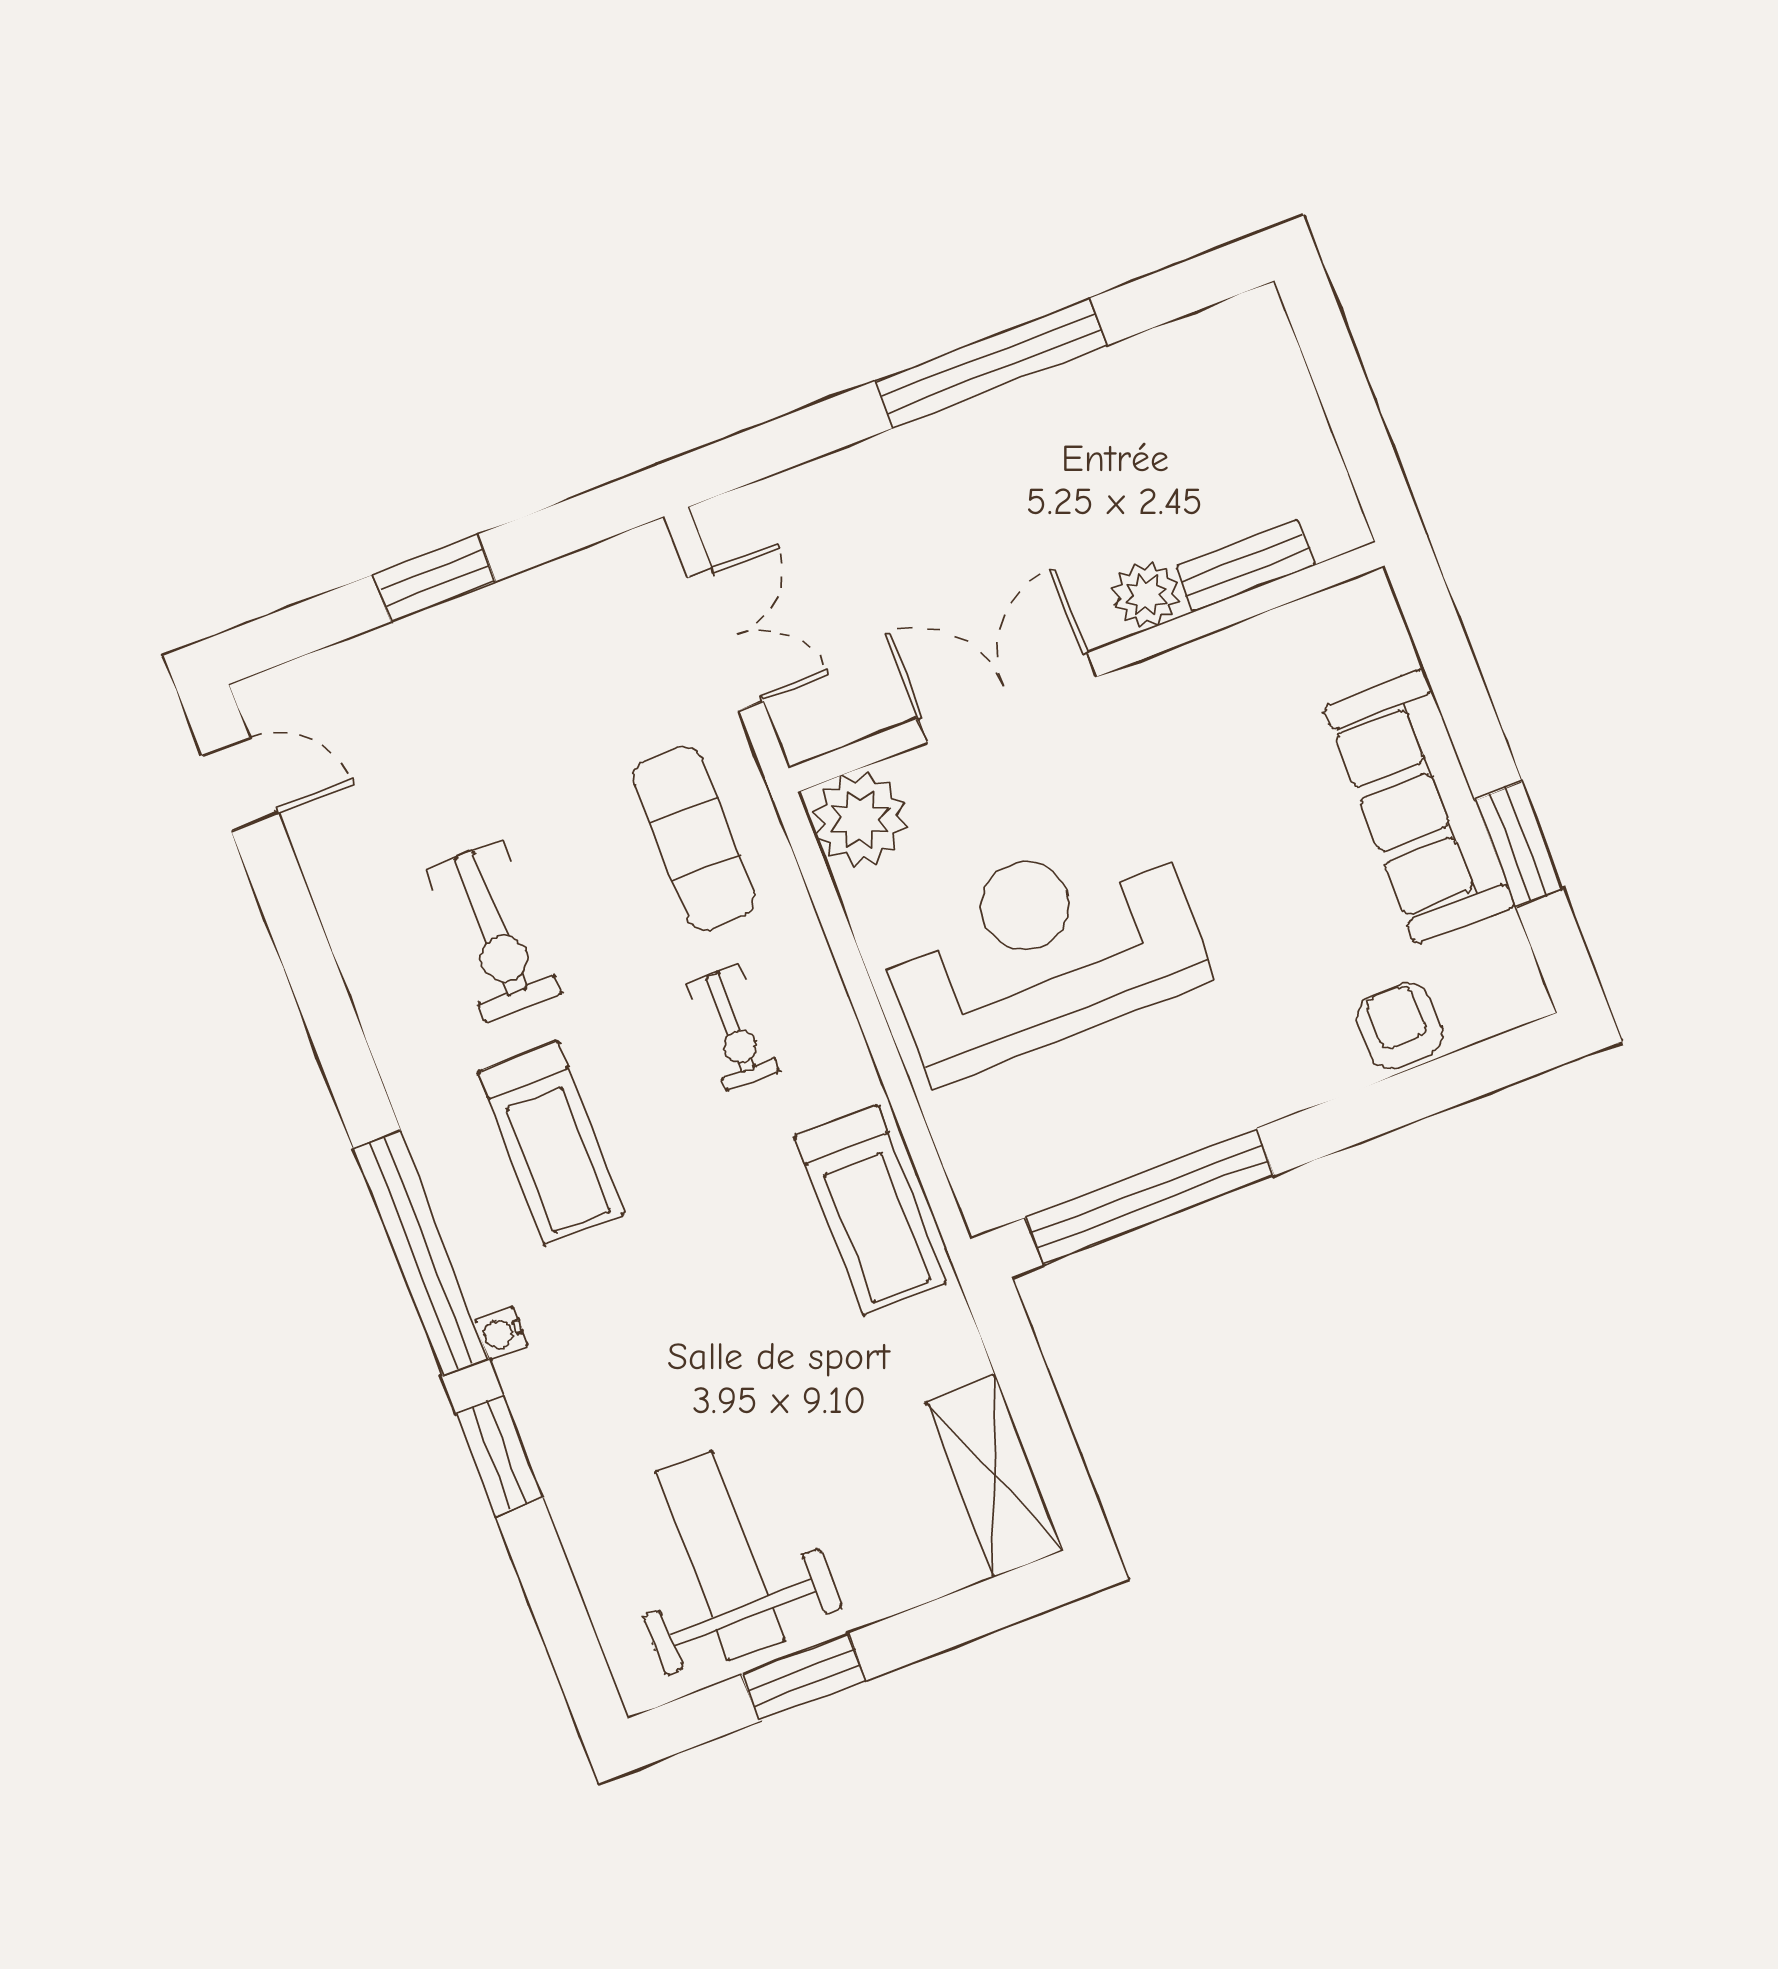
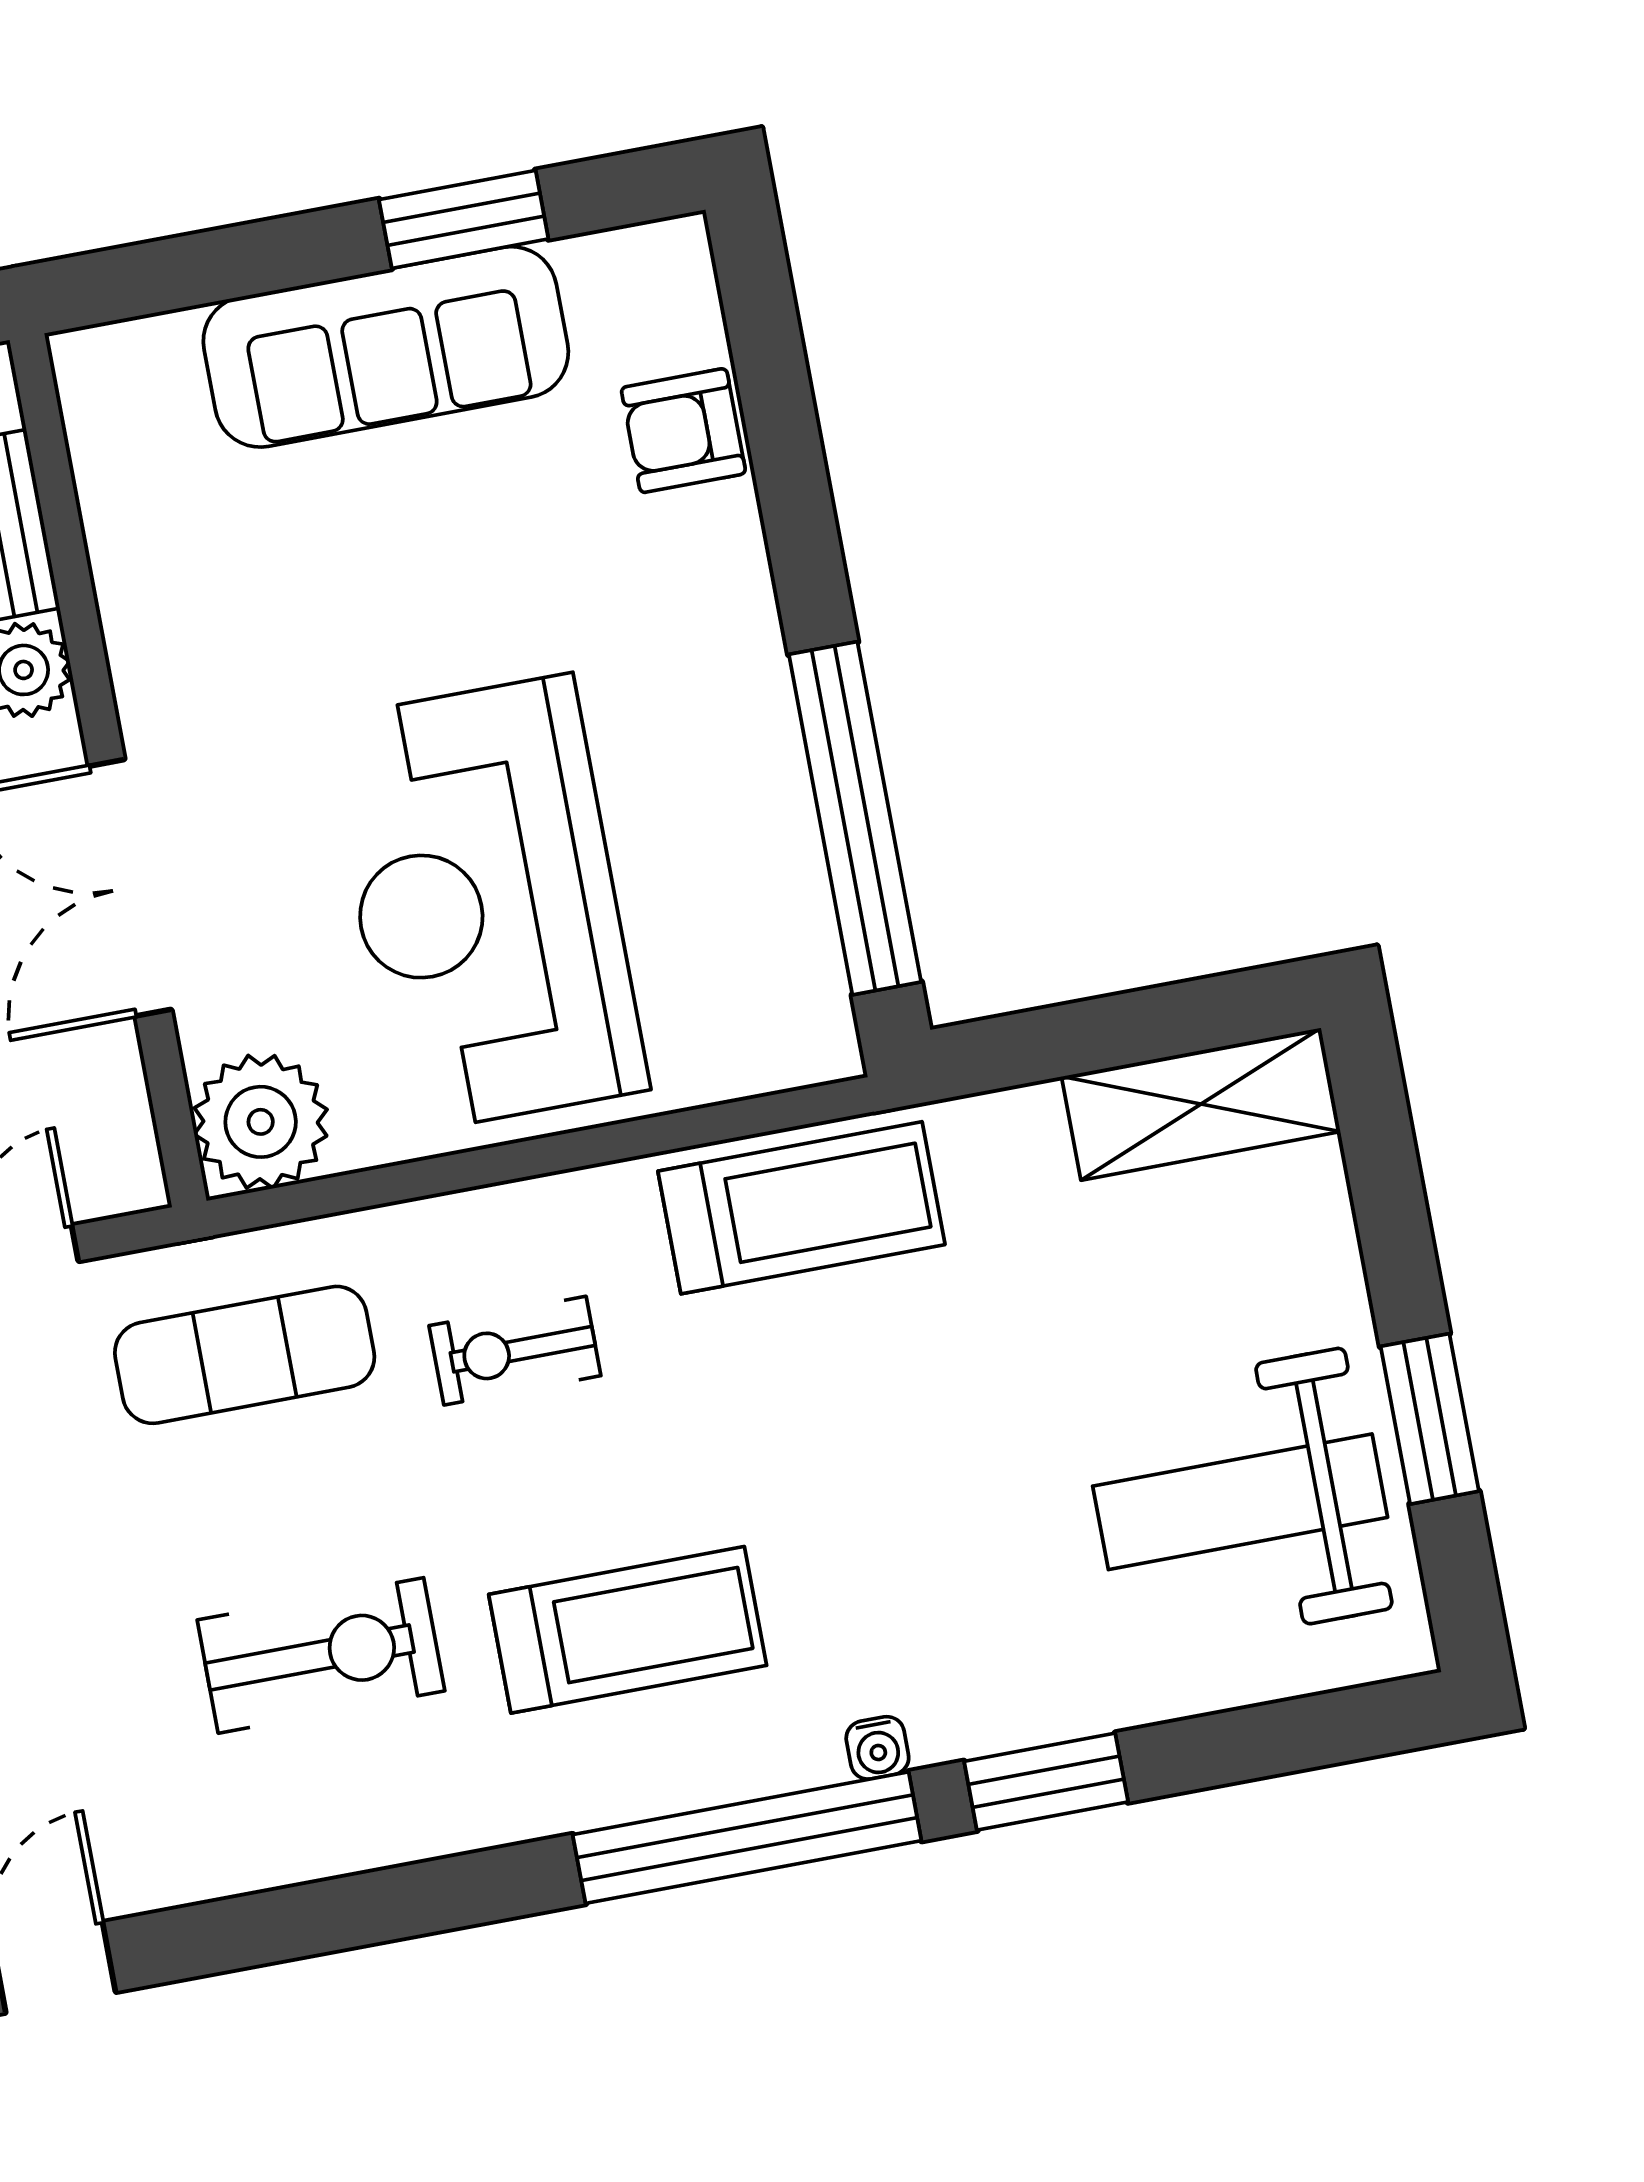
exercise bike: (733, 1027) -> (515, 1351), turned 180

